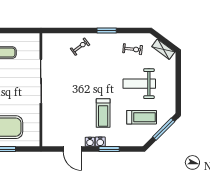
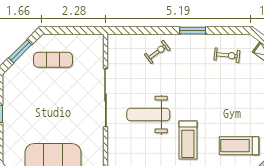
weight bench: (139, 84) -> (148, 115), moved
treadmill: (142, 117) -> (239, 146), turned 180

